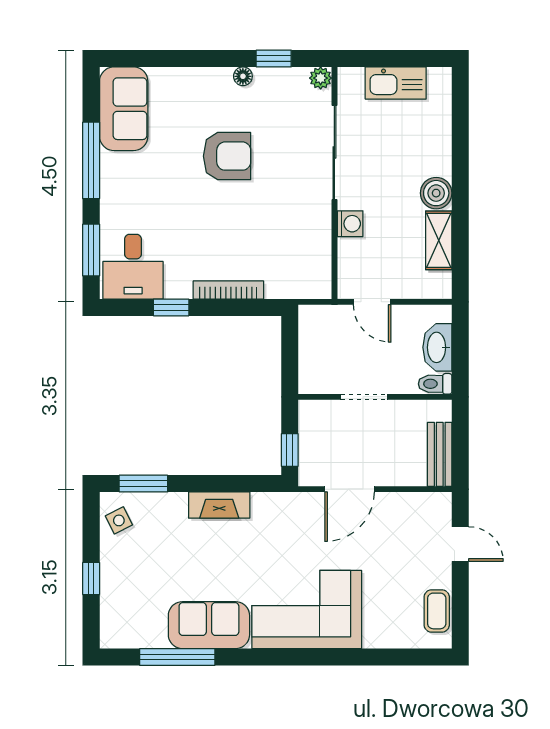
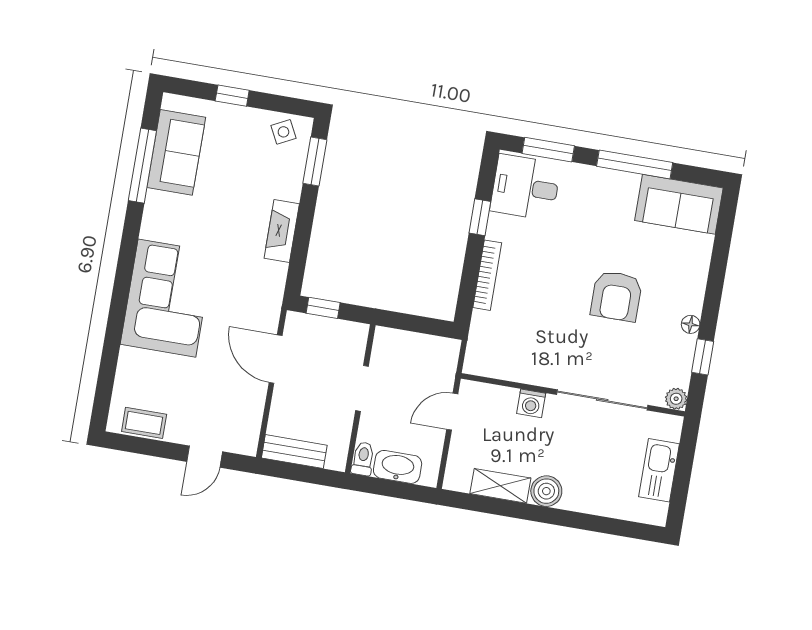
sofa: (209, 625) -> (176, 152), moved

